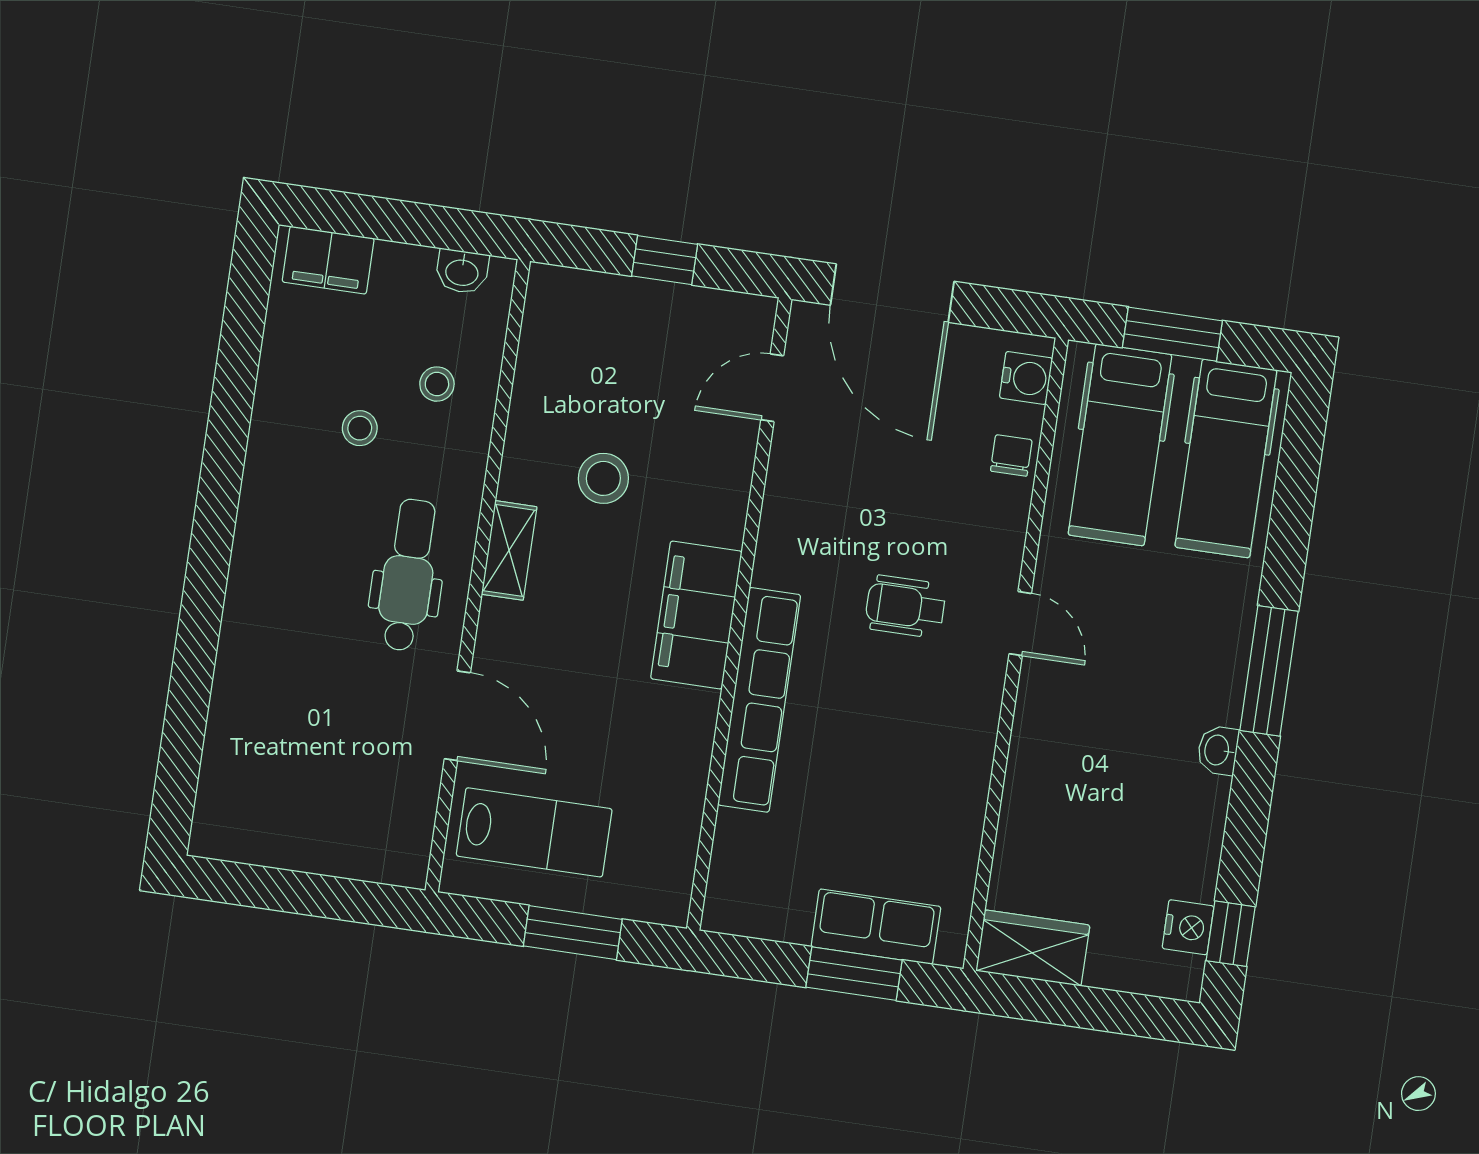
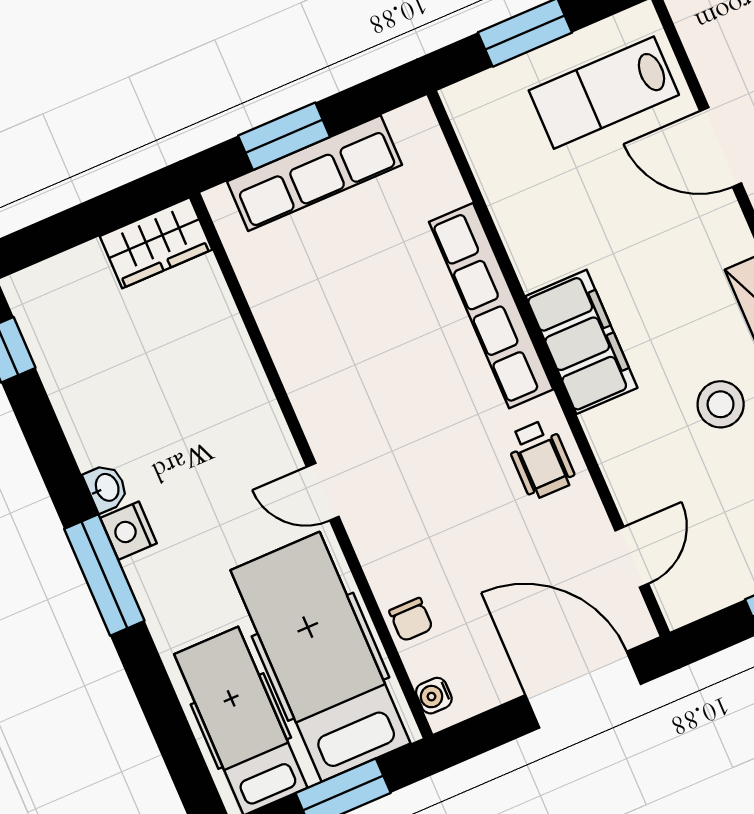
water cooler: (1026, 378) -> (434, 696), width x0.72, depth x0.72
hospital bed: (1120, 445) -> (321, 657), width x1.37, depth x1.29
wheelchair: (905, 606) -> (541, 459), moved, turned 90
row of seats: (876, 927) -> (314, 173), width x1.48
nightstand: (1188, 927) -> (129, 531), moved

